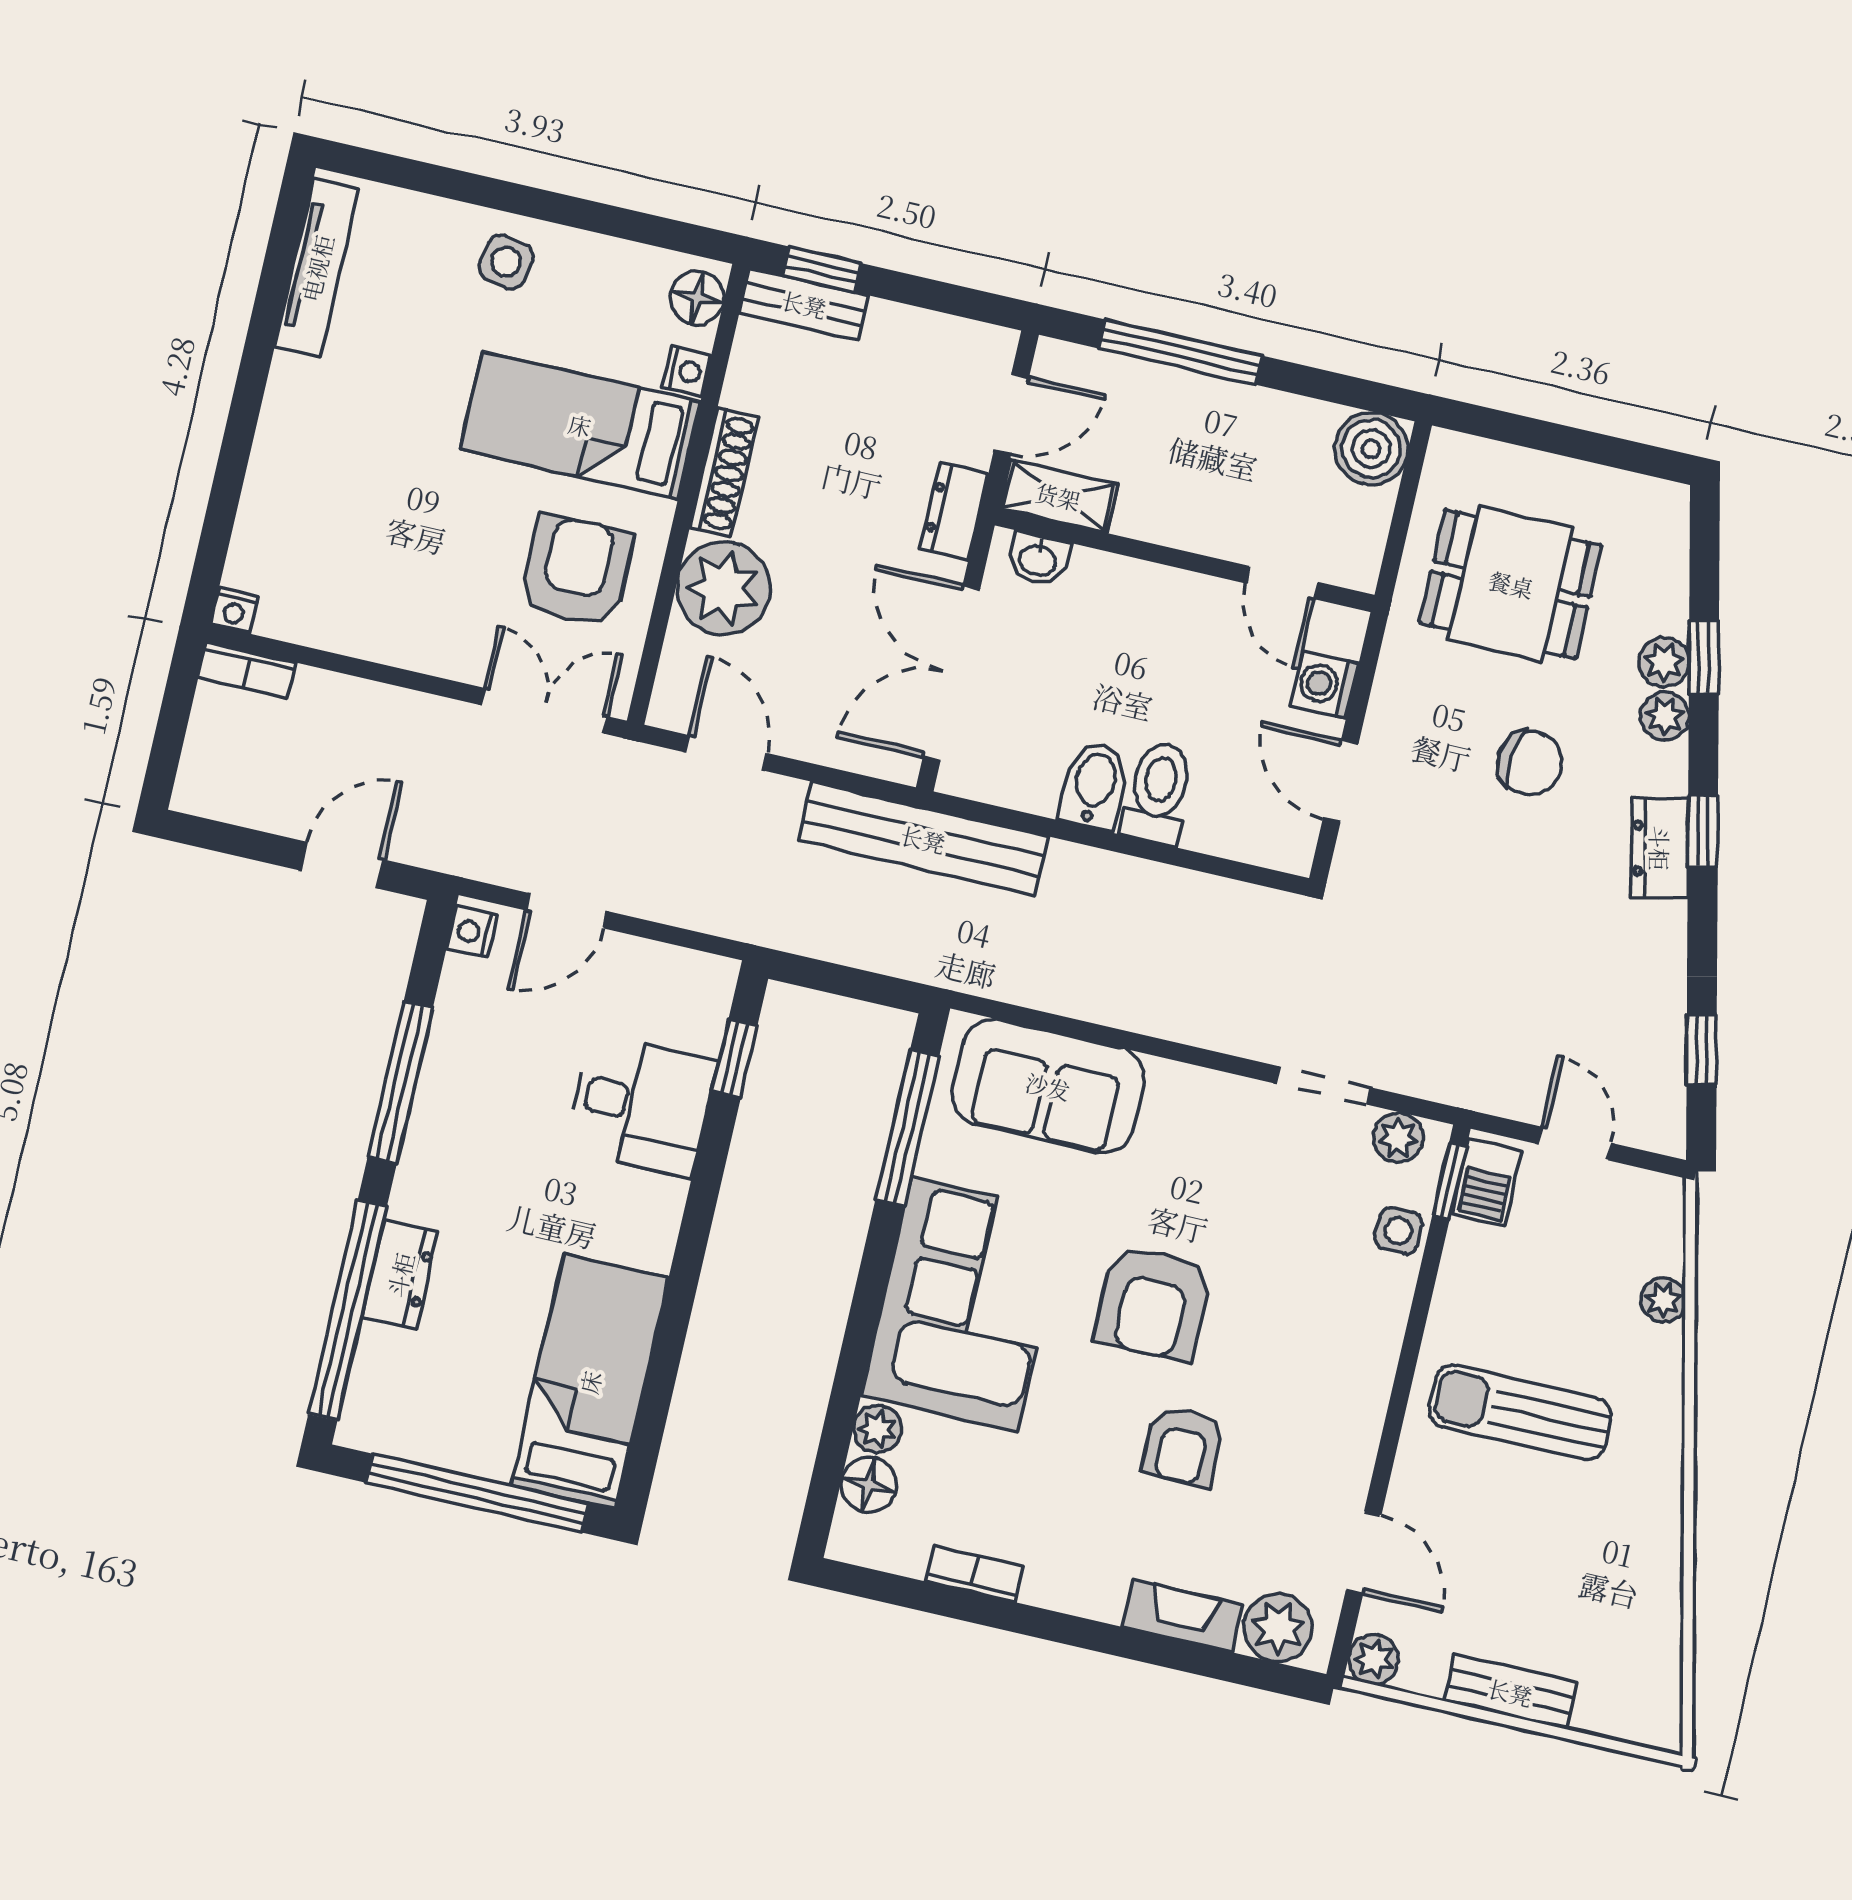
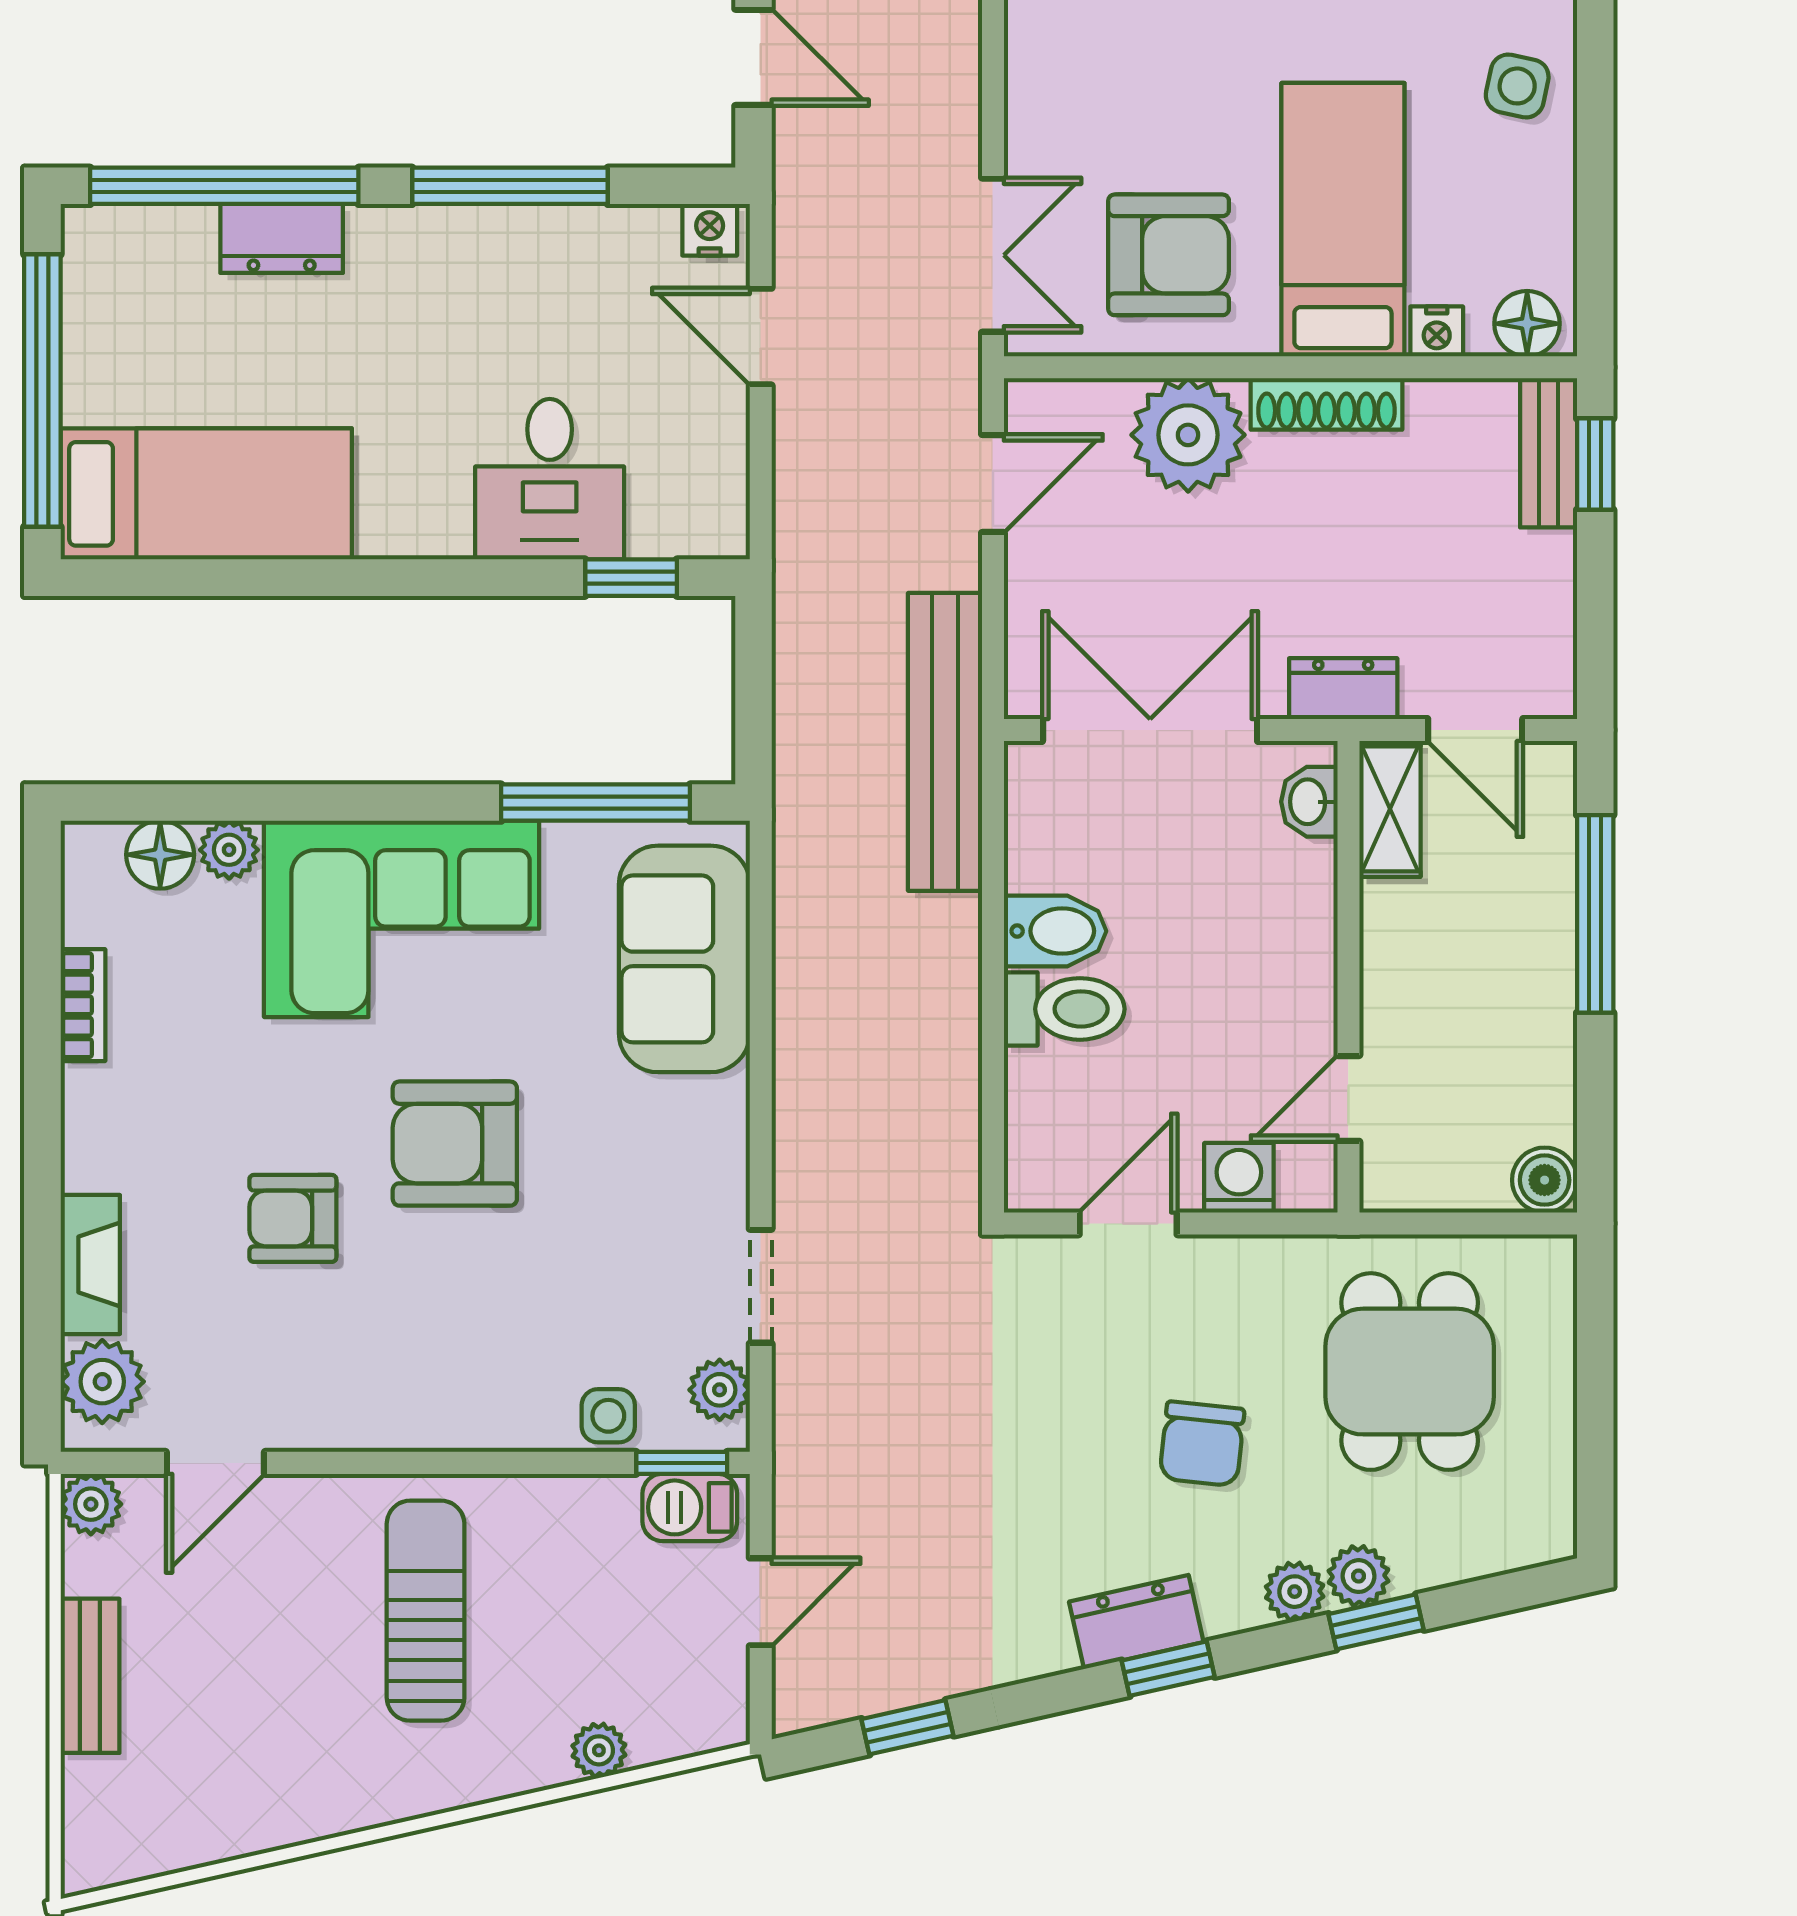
boiler: (1371, 449) -> (1545, 1180), width x0.73, depth x0.73

